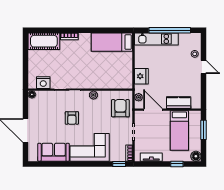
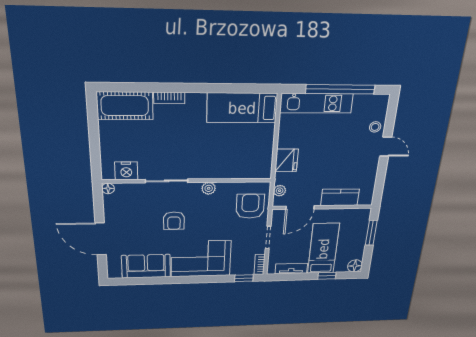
door: (153, 110) -> (300, 208), swing flipped
bed: (179, 131) -> (323, 249), moved, turned 180

